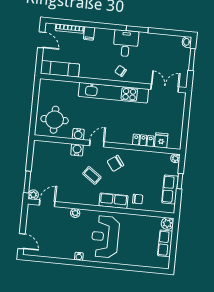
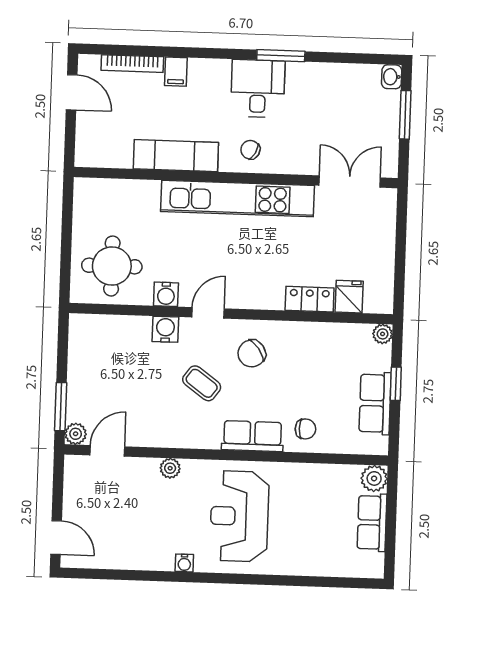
exam couch: (60, 69) -> (176, 156), moved

